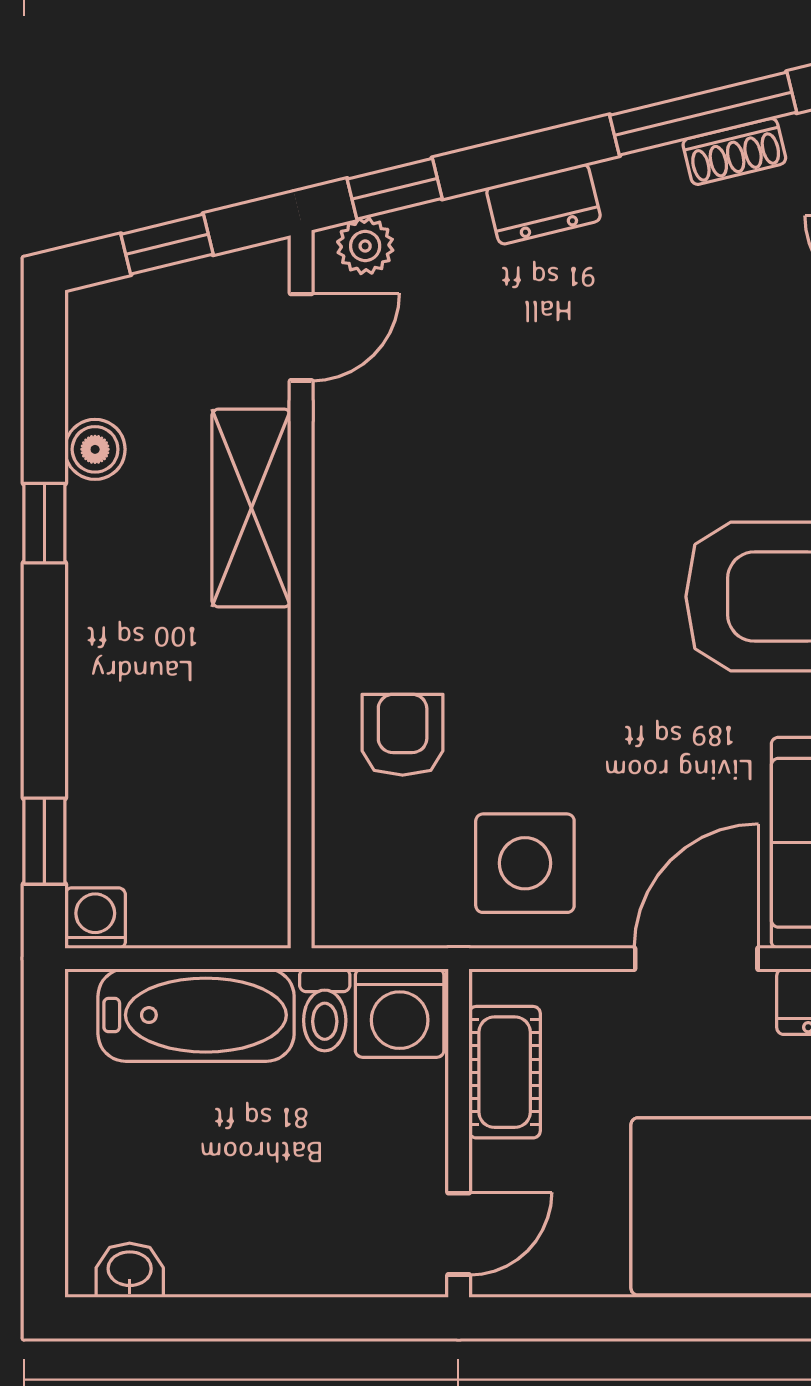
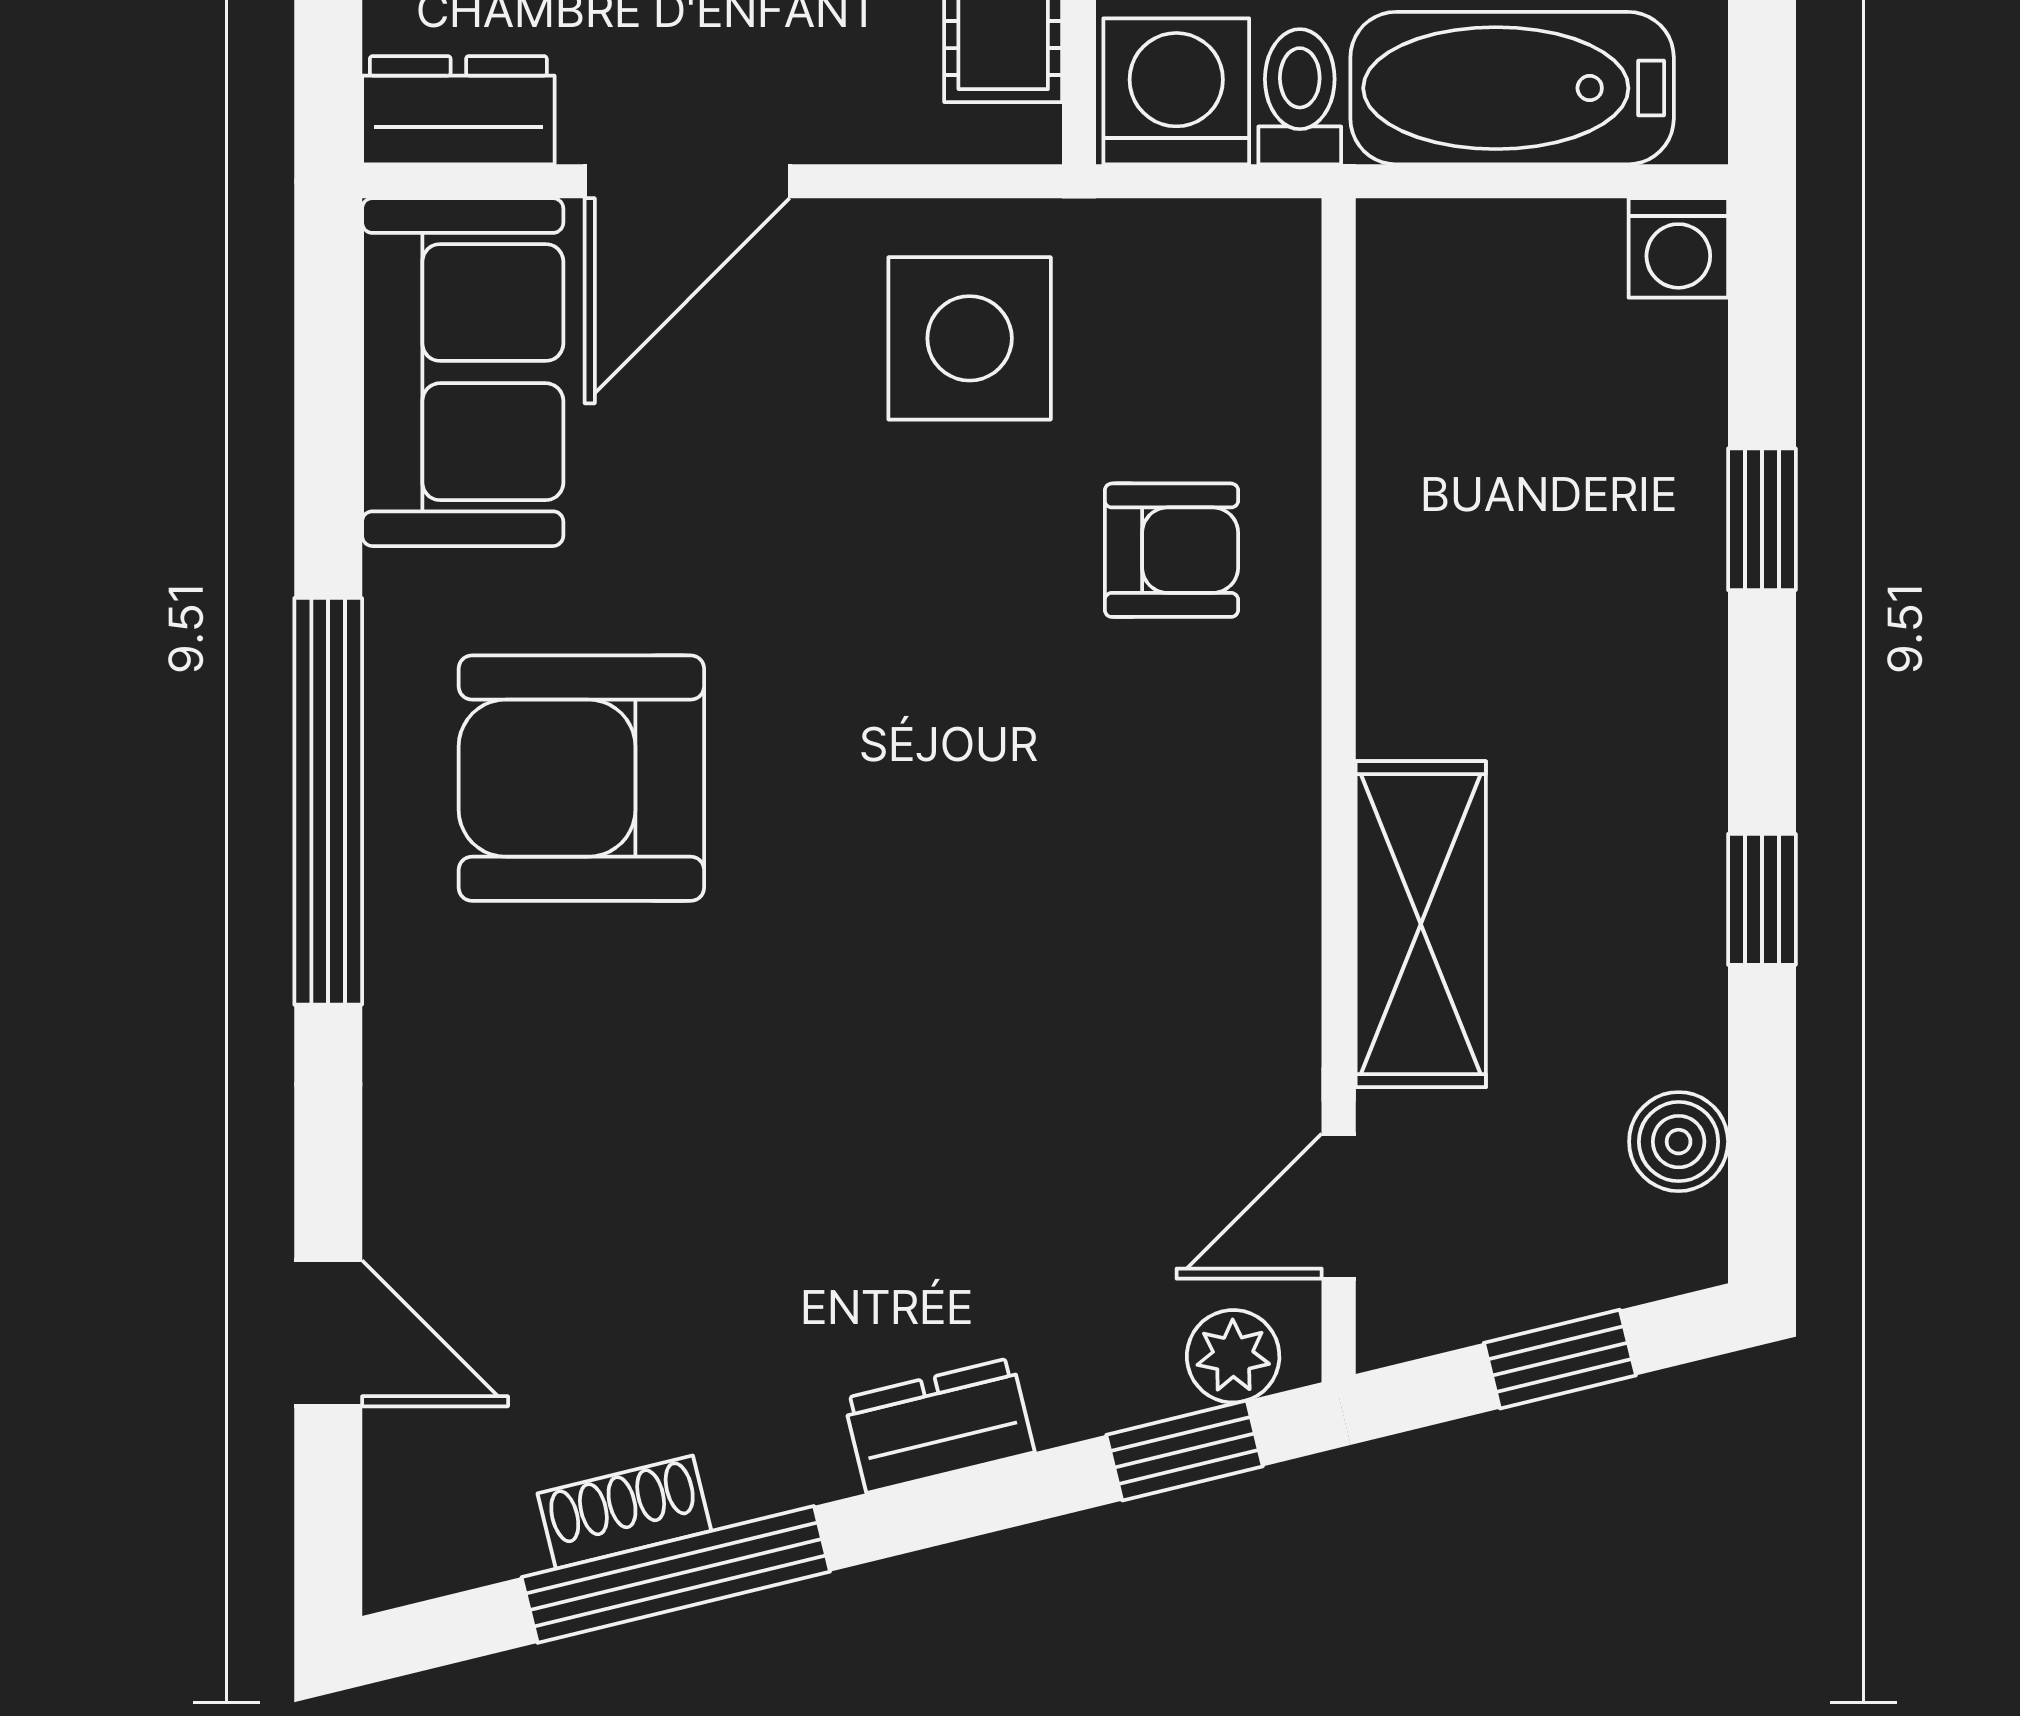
boiler: (95, 449) -> (1679, 1142), moved
armchair: (403, 735) -> (1171, 550), turned -90
window: (44, 841) -> (1762, 519), moved

